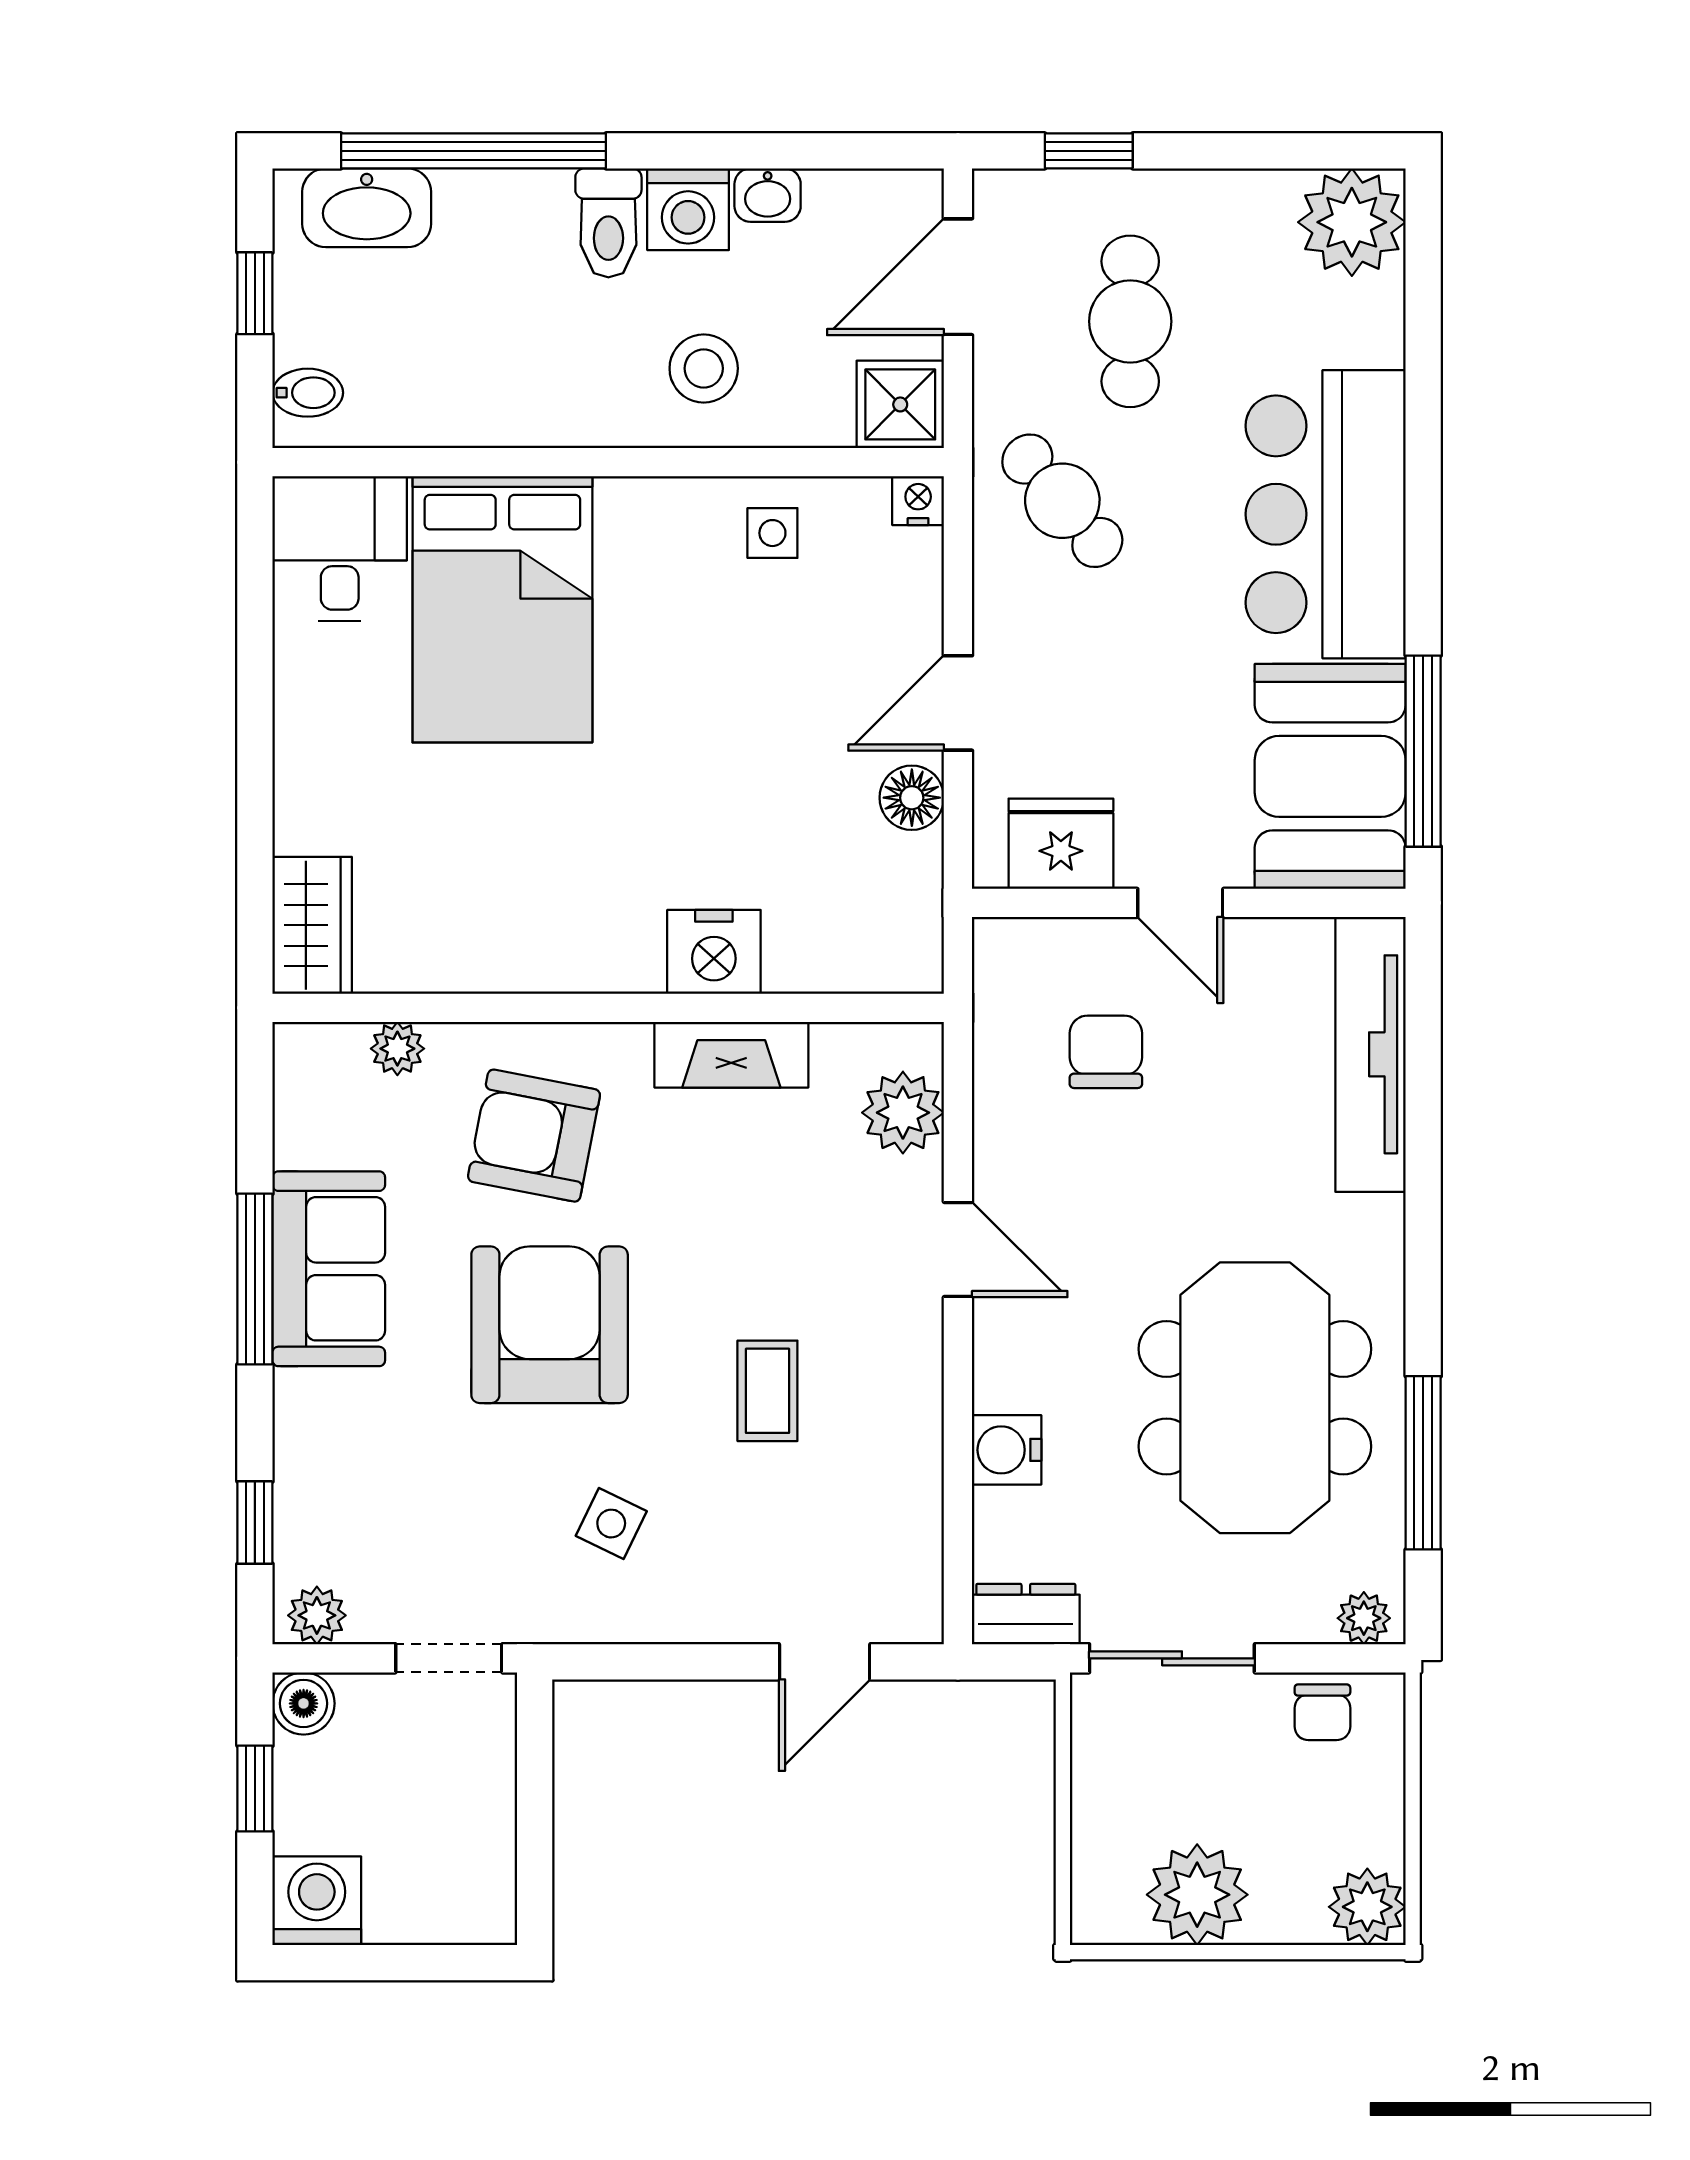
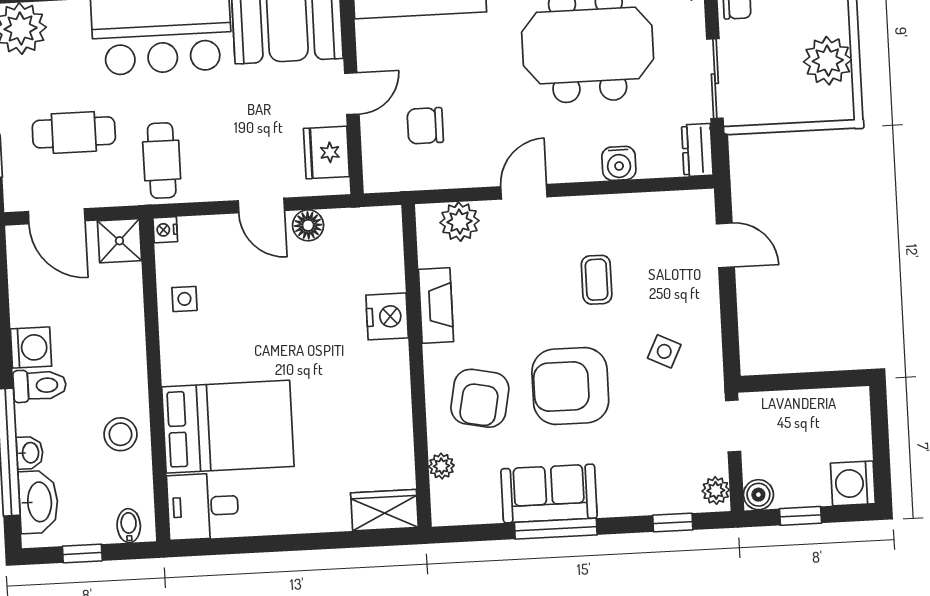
washbasin: (768, 195) -> (30, 453), moved
stool: (704, 368) -> (120, 434), moved
cafe table: (1062, 501) -> (162, 160), turned -50
coffee table: (767, 1391) -> (597, 280), turned 90

